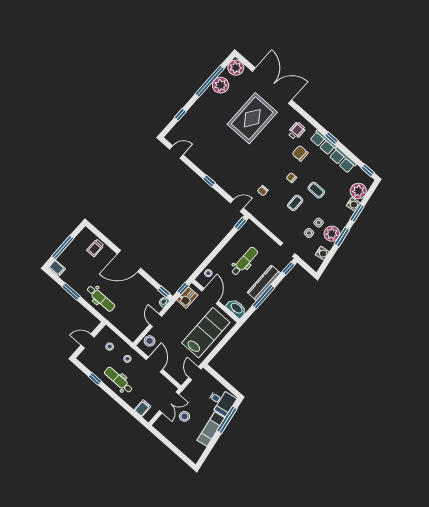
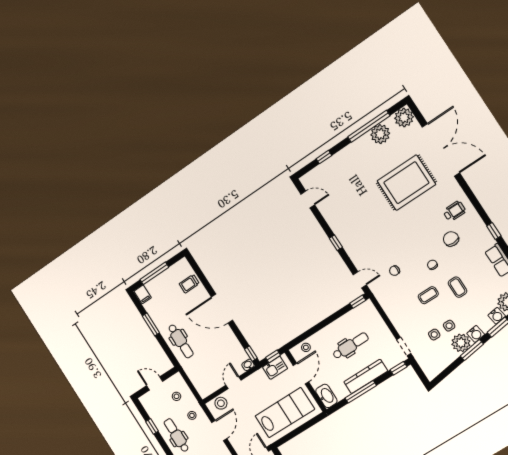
row of seats: (323, 142) -> (482, 233), removed
water cooler: (322, 253) -> (476, 334), moved

